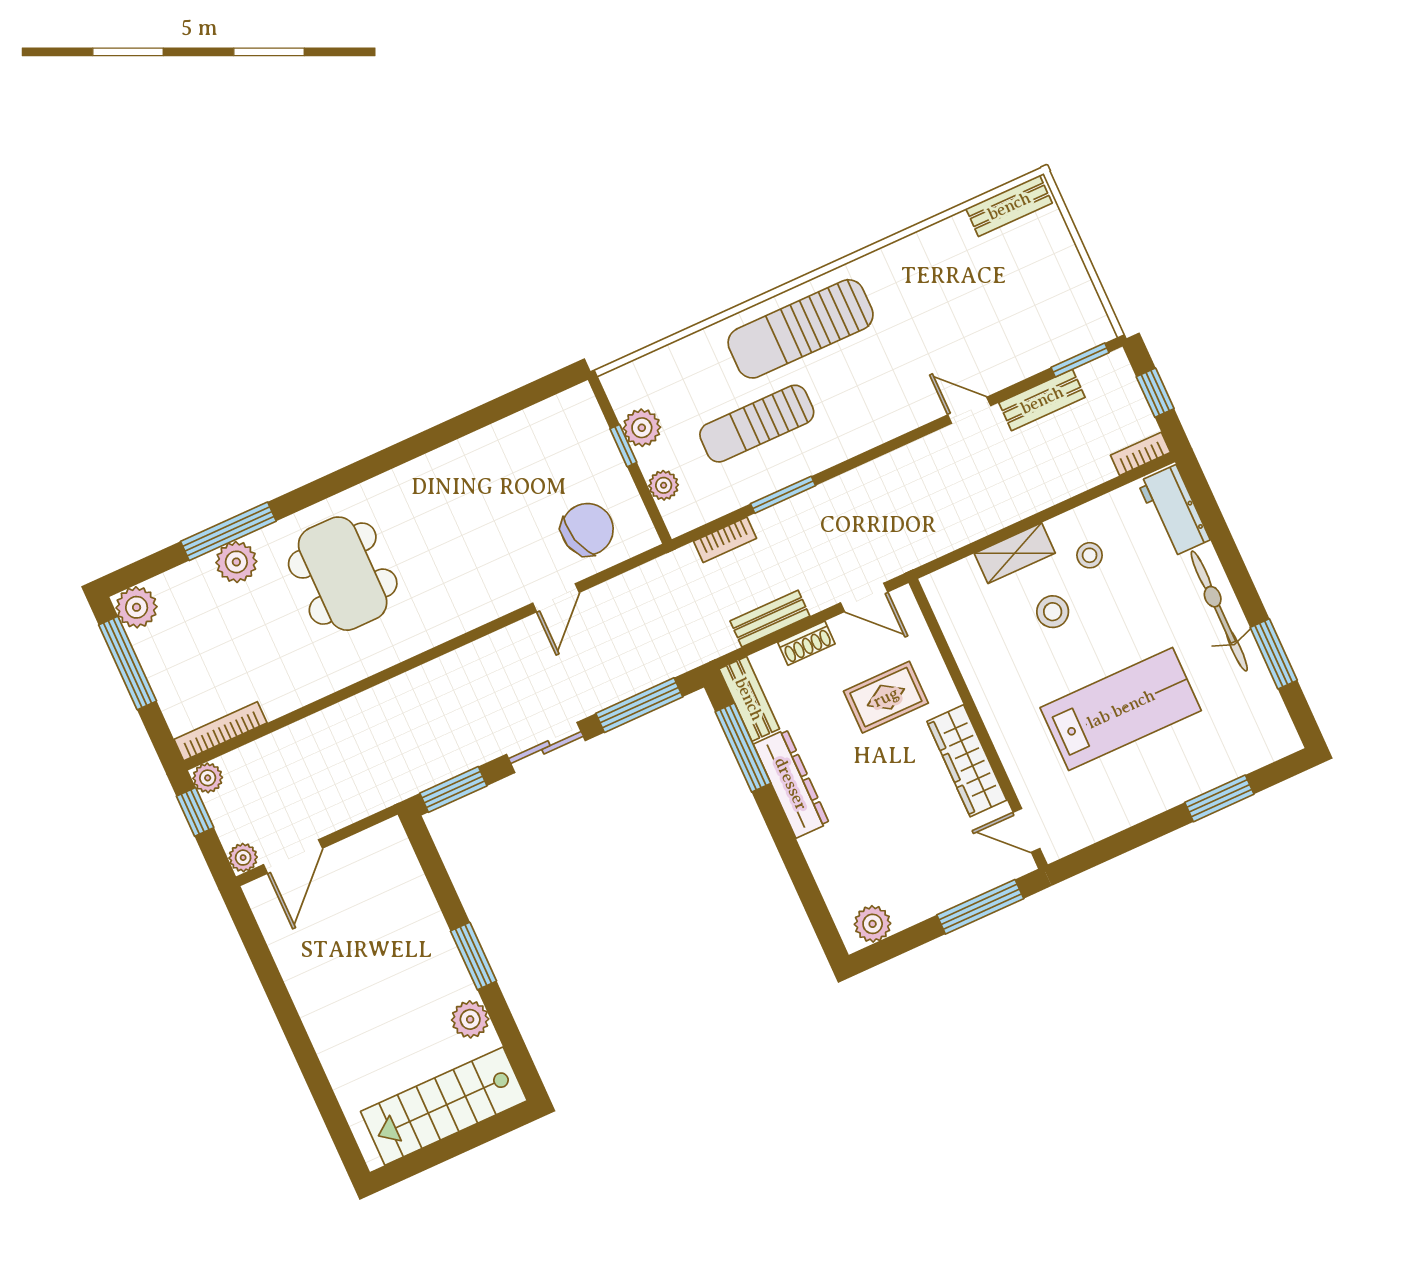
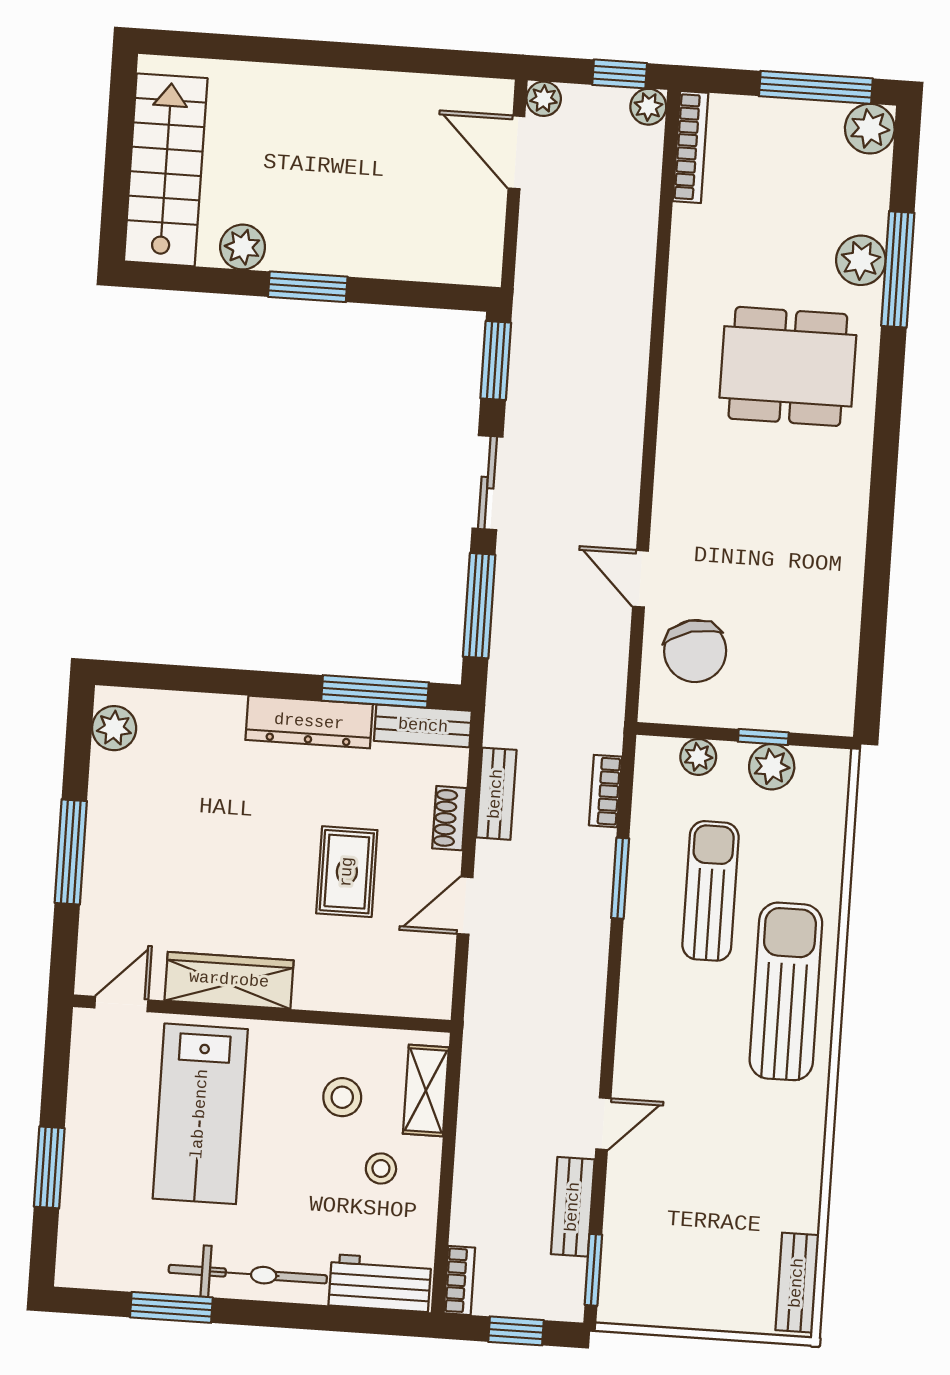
wall: (978, 724) -> (262, 1014), moved
wardrobe: (967, 761) -> (229, 980), moved
door: (1026, 830) -> (121, 1004), moved

